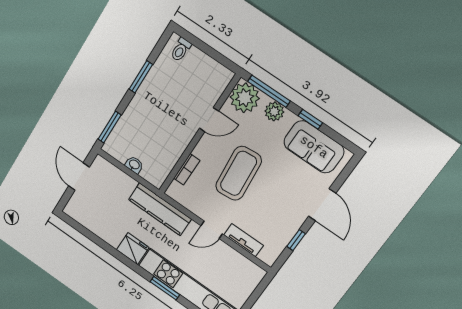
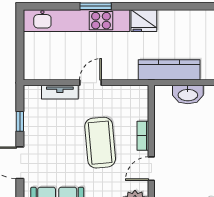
washbasin: (134, 165) -> (188, 95), width x1.91, depth x1.45
bookcase: (187, 169) -> (143, 136), moved
kitchen counter: (160, 209) -> (169, 70), moved

